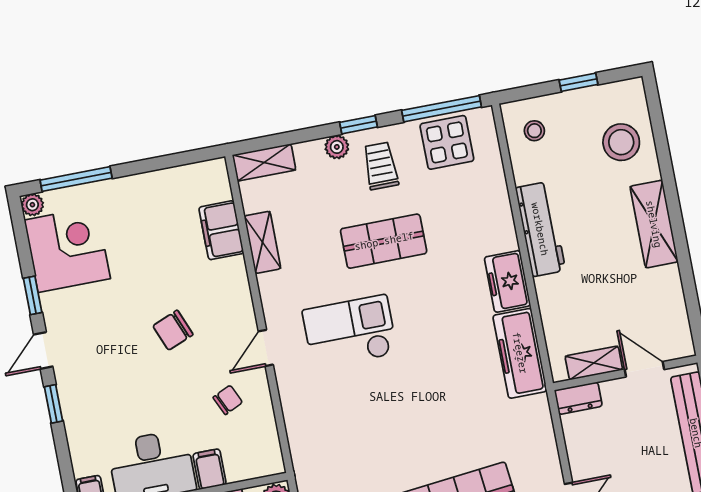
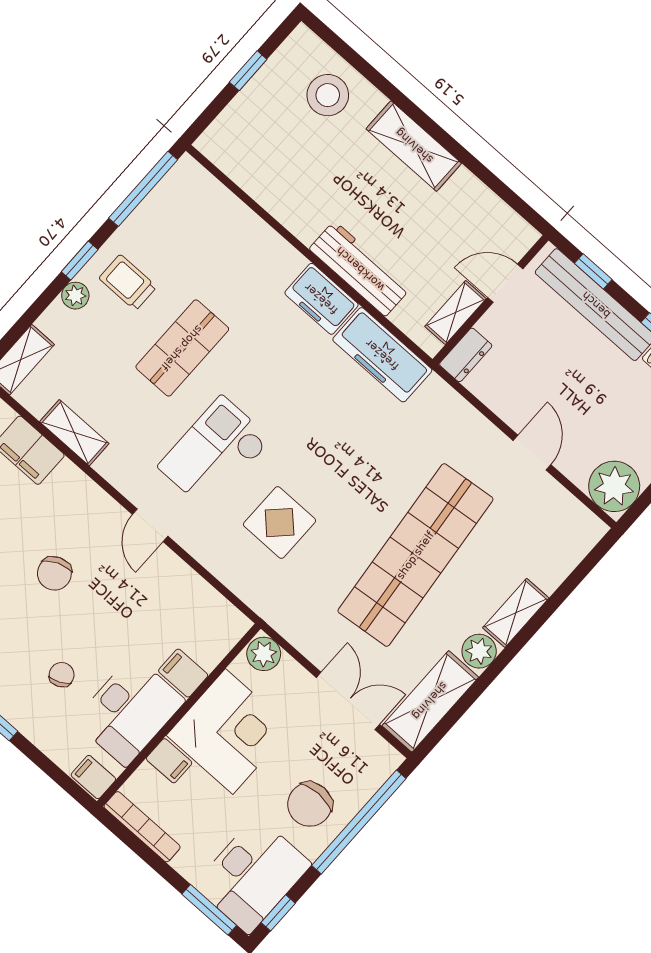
stool: (534, 131) -> (242, 145), removed
display table: (447, 142) -> (280, 523), moved
workbench: (540, 229) -> (360, 269), moved
chair: (228, 400) -> (62, 675), moved

